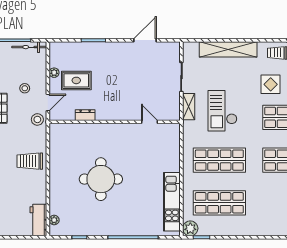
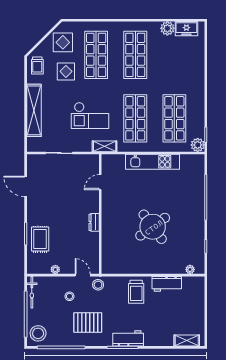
rug: (76, 80) -> (40, 239), moved
shelving: (189, 107) -> (105, 146), moved
dresser: (85, 115) -> (94, 222), moved
round table: (101, 179) -> (153, 227), turned -36
kitchen unit: (172, 202) -> (152, 162), moved
workbench: (38, 220) -> (167, 284), moved

